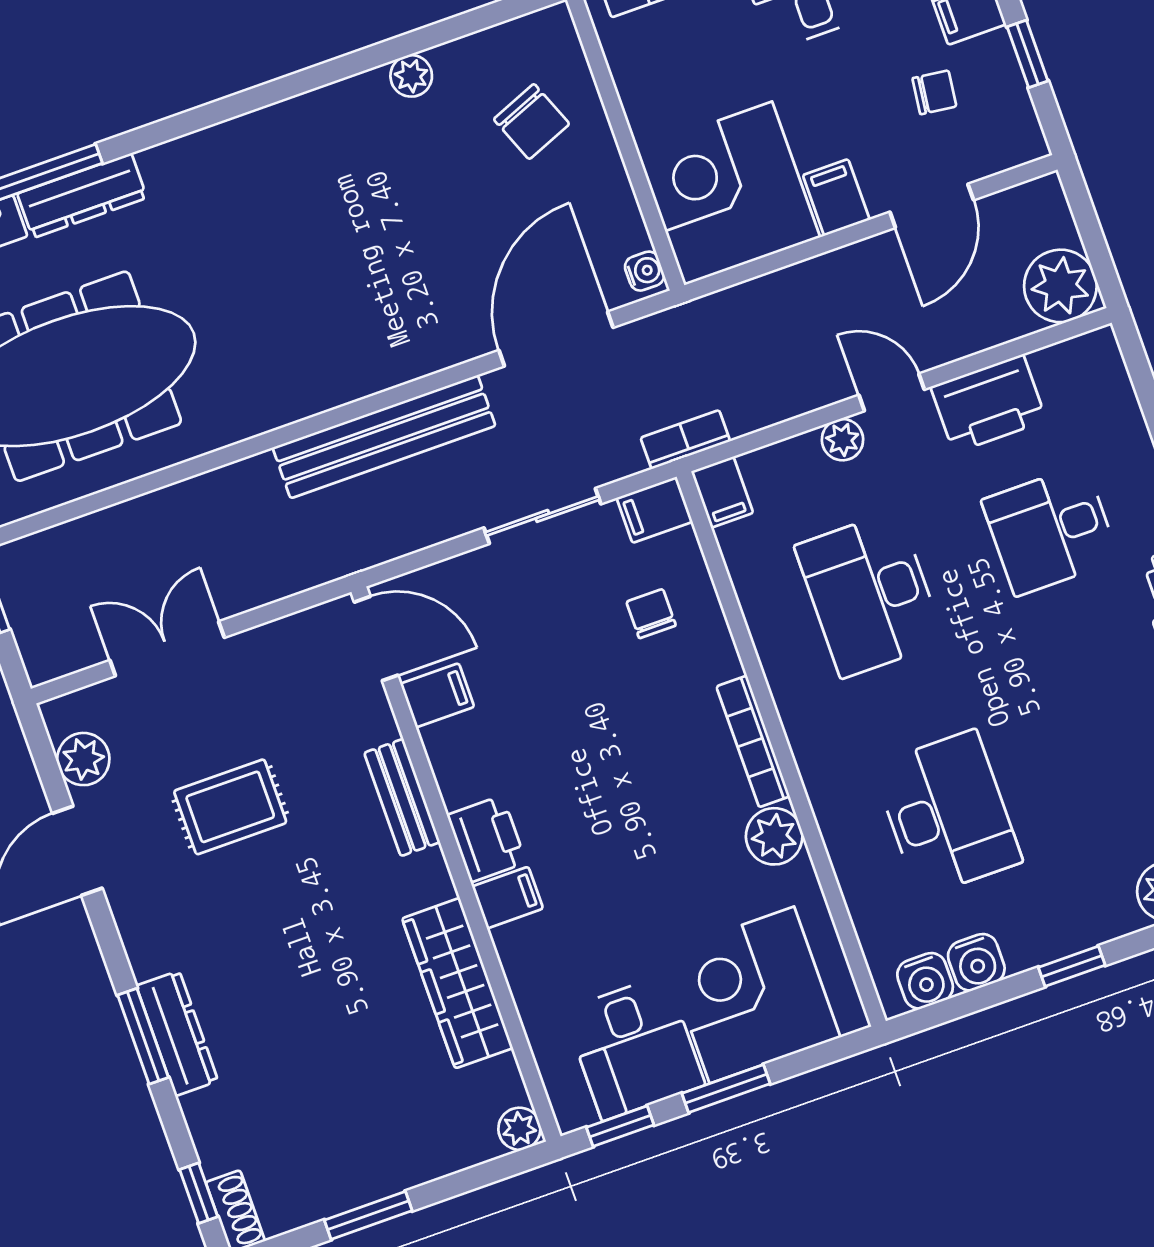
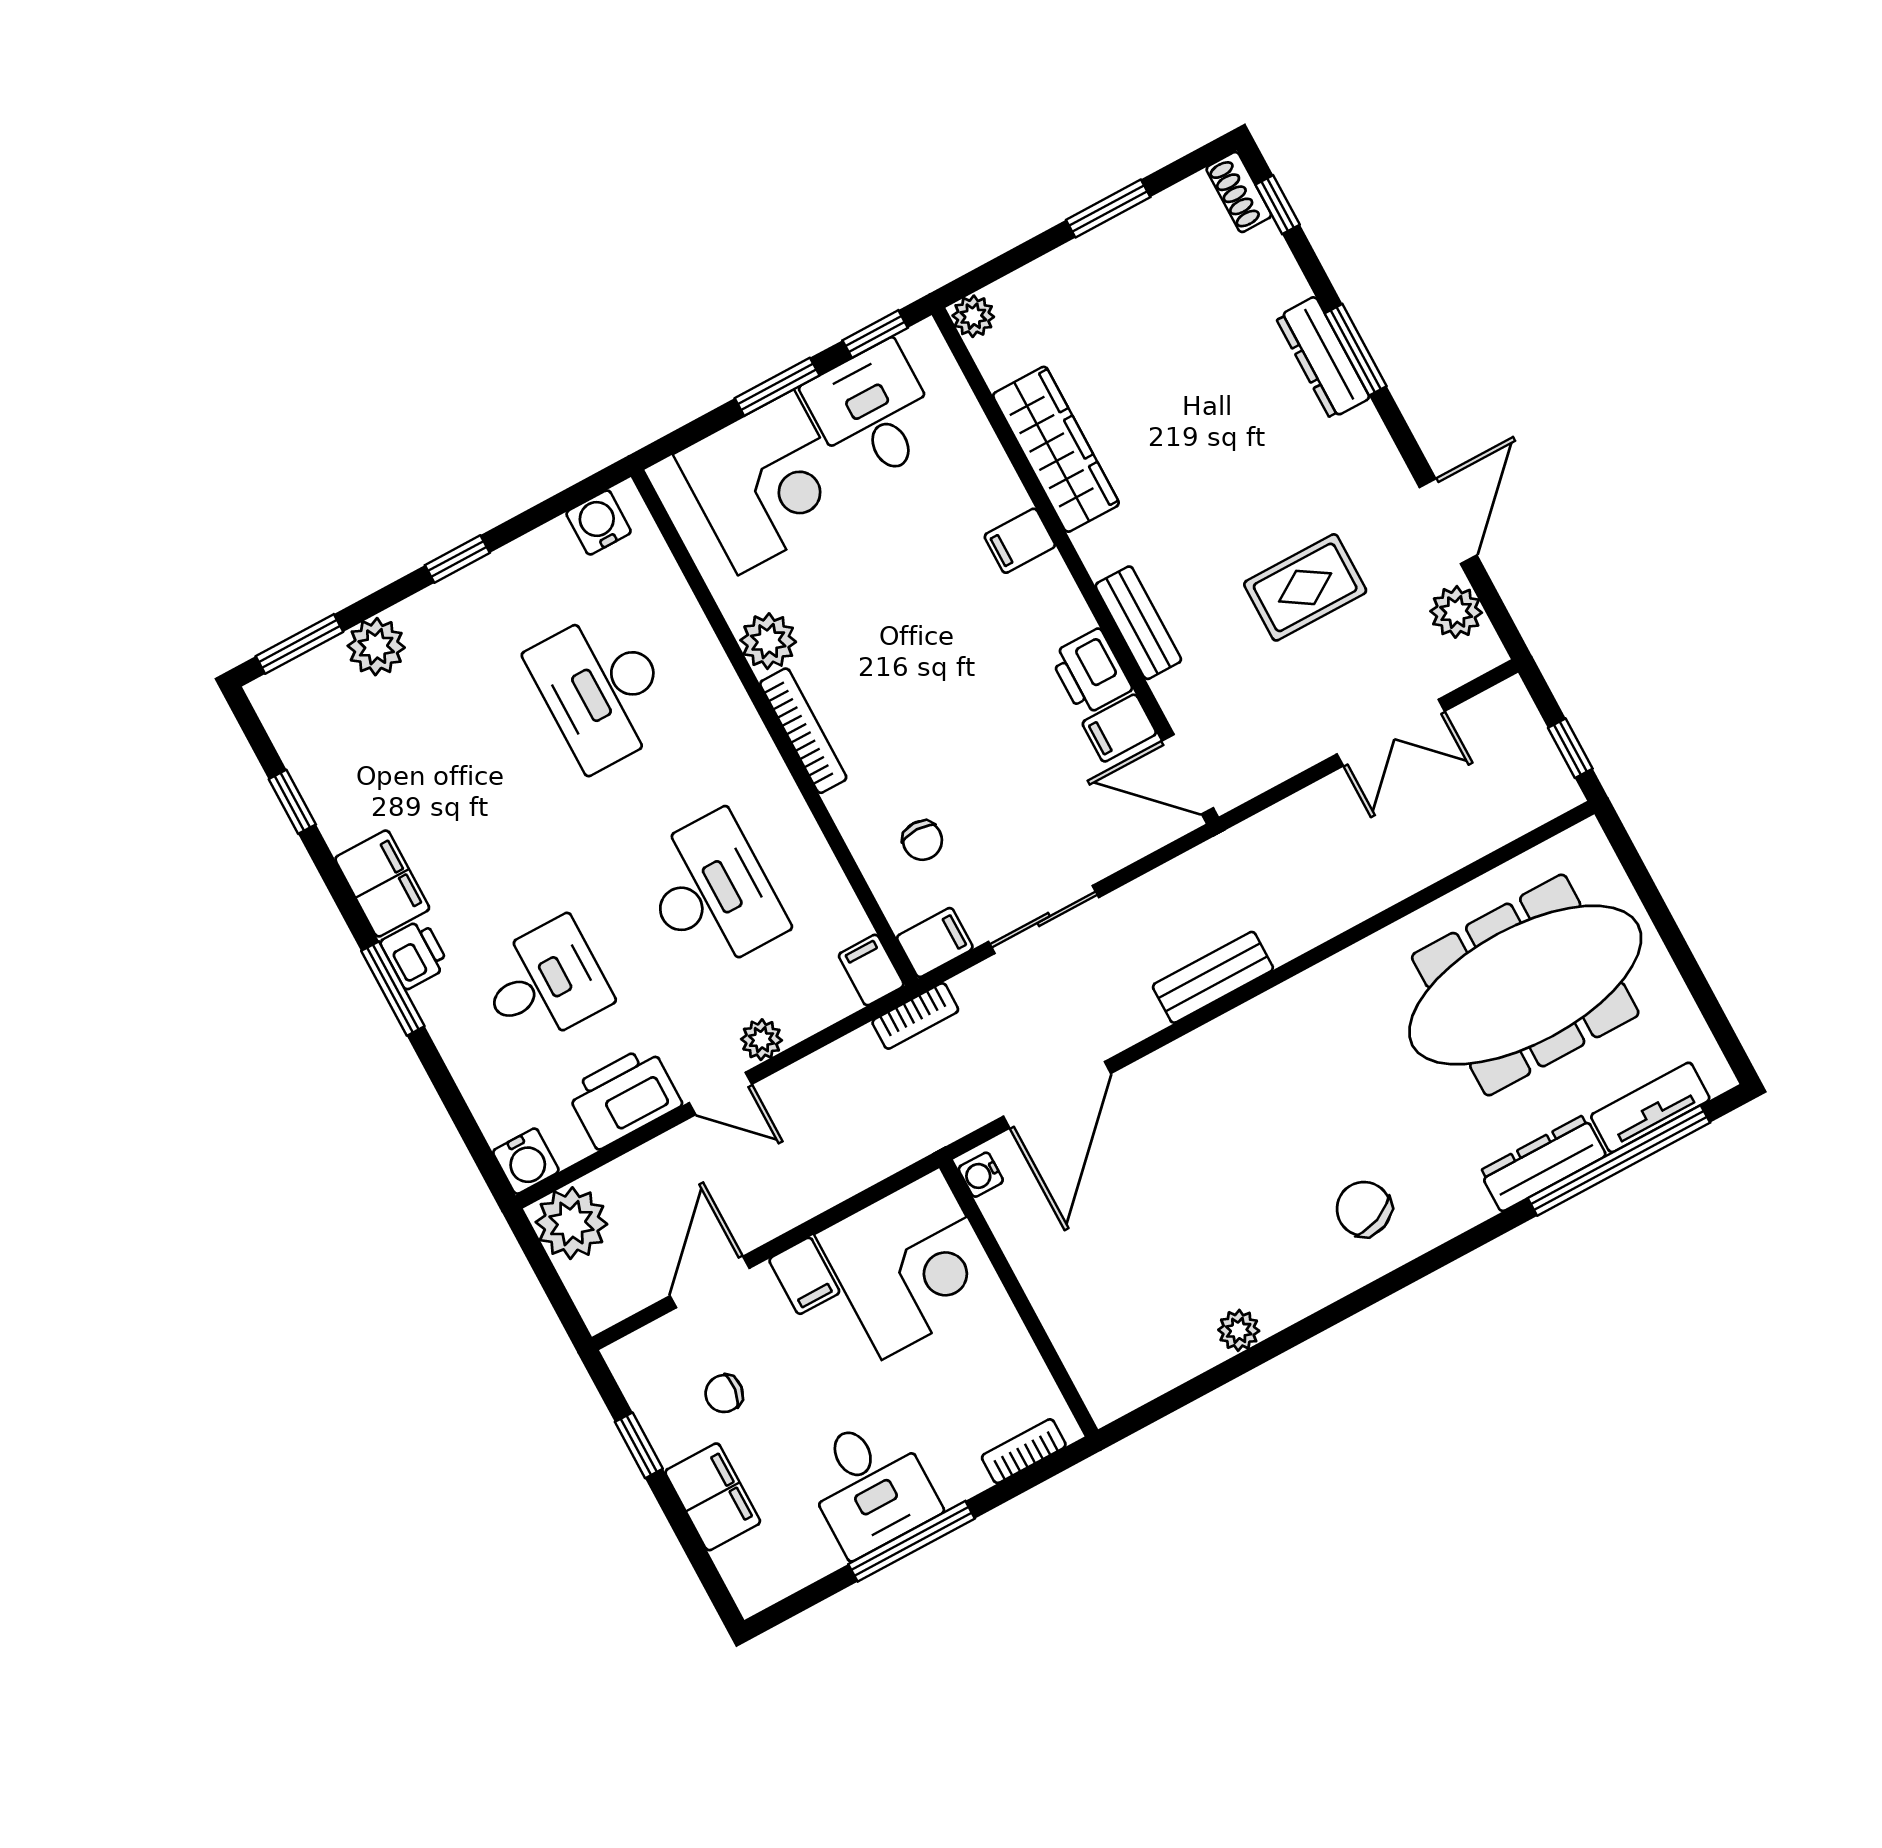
chair: (532, 122) -> (1364, 1209), moved
bench: (384, 437) -> (1213, 977), width x0.54, depth x0.82
printer: (487, 839) -> (1091, 672), moved
water cooler: (976, 962) -> (526, 1161), moved, turned 180

